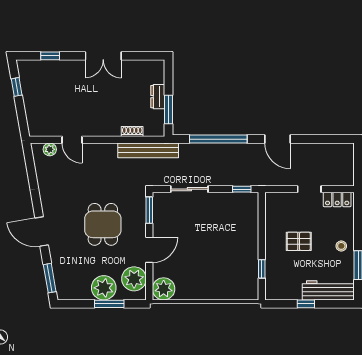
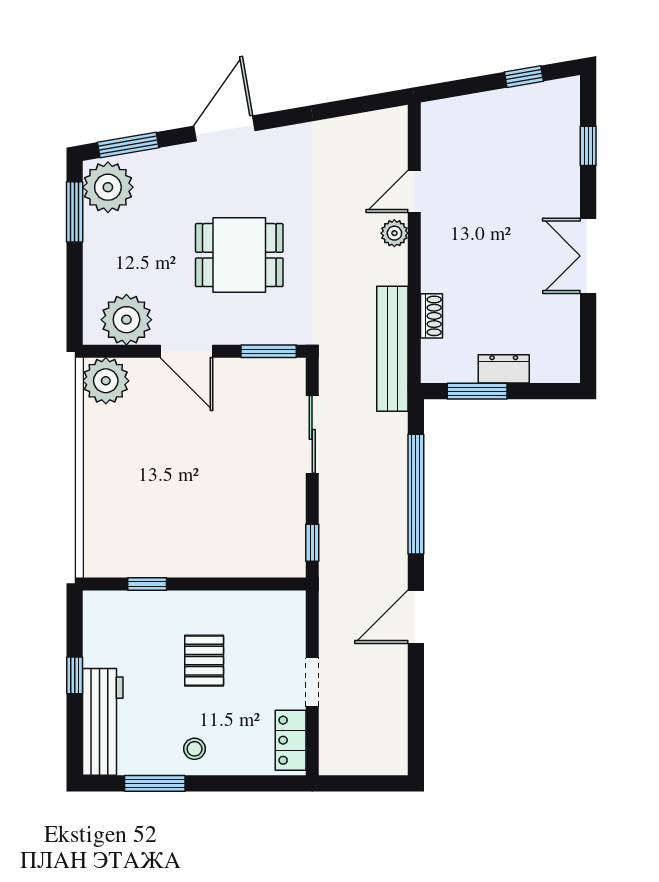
plant: (50, 149) -> (394, 233), moved
plant: (104, 288) -> (108, 187), moved
window: (109, 304) -> (75, 212), moved

